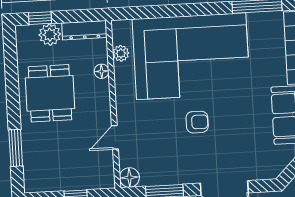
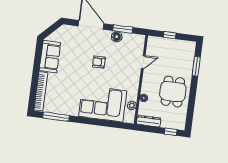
plant: (50, 35) -> (167, 122), removed
corner sofa: (191, 56) -> (103, 104), width x0.73, depth x0.74
floor lamp: (129, 177) -> (117, 37), moved

